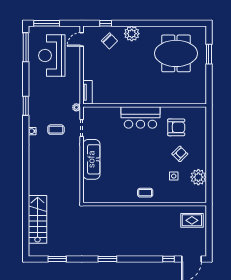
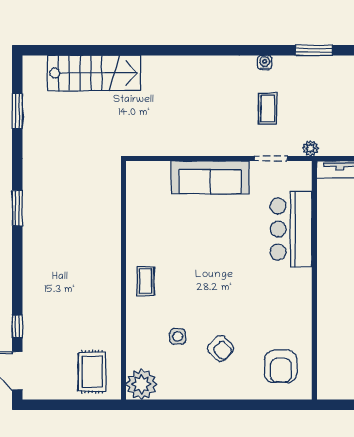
bar counter: (140, 117) -> (291, 229), moved
armchair: (176, 127) -> (281, 366), moved
plant: (198, 177) -> (141, 384), moved

